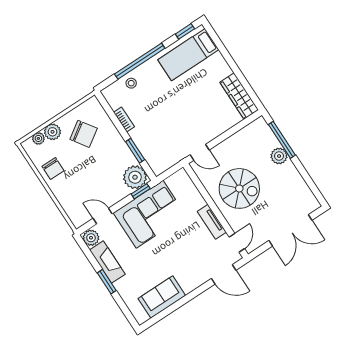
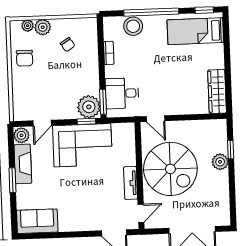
stool: (131, 83) -> (133, 26), width x1.89, depth x1.89
chair: (84, 134) -> (68, 45), width x0.54, depth x0.54
window: (282, 140) -> (231, 150), width x0.46
desk: (157, 148) -> (122, 93), added
window: (135, 151) -> (103, 102), moved
spiral stairs: (239, 188) -> (170, 169), width x1.37, depth x1.37
door: (103, 216) -> (42, 123), swing flipped
sofa: (162, 297) -> (37, 221), moved

